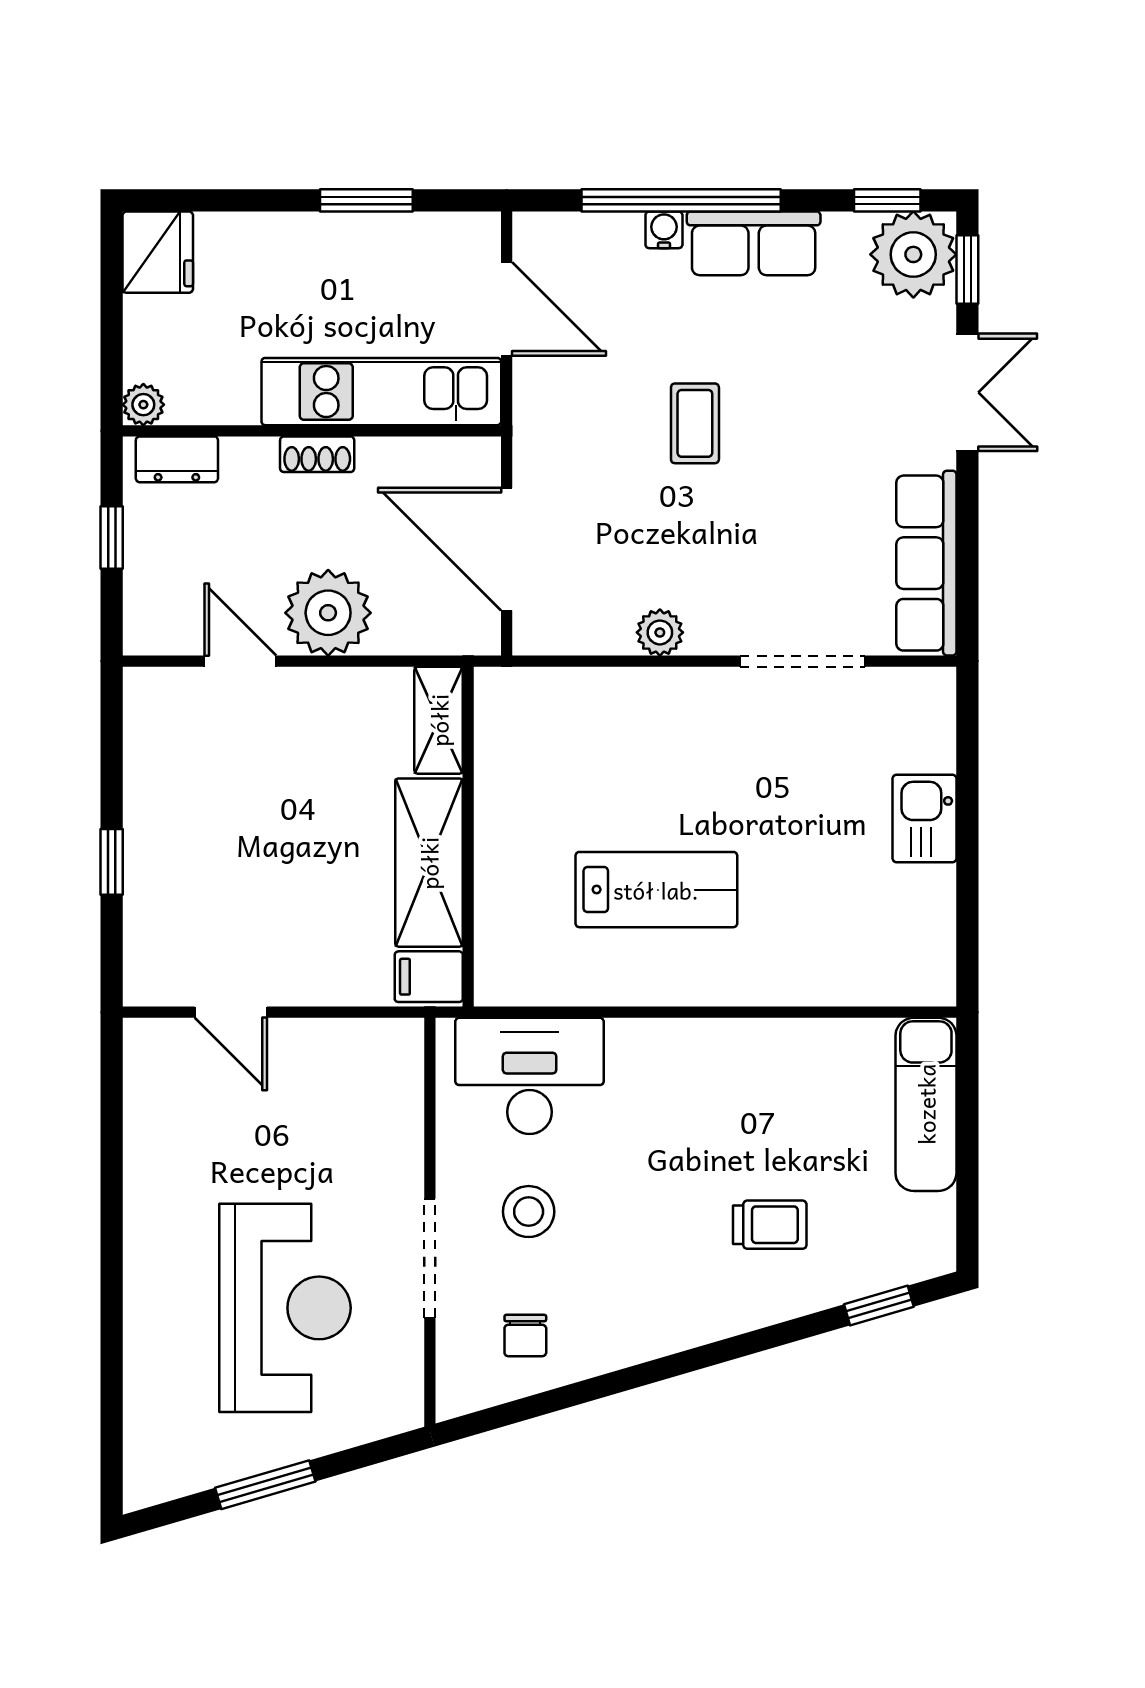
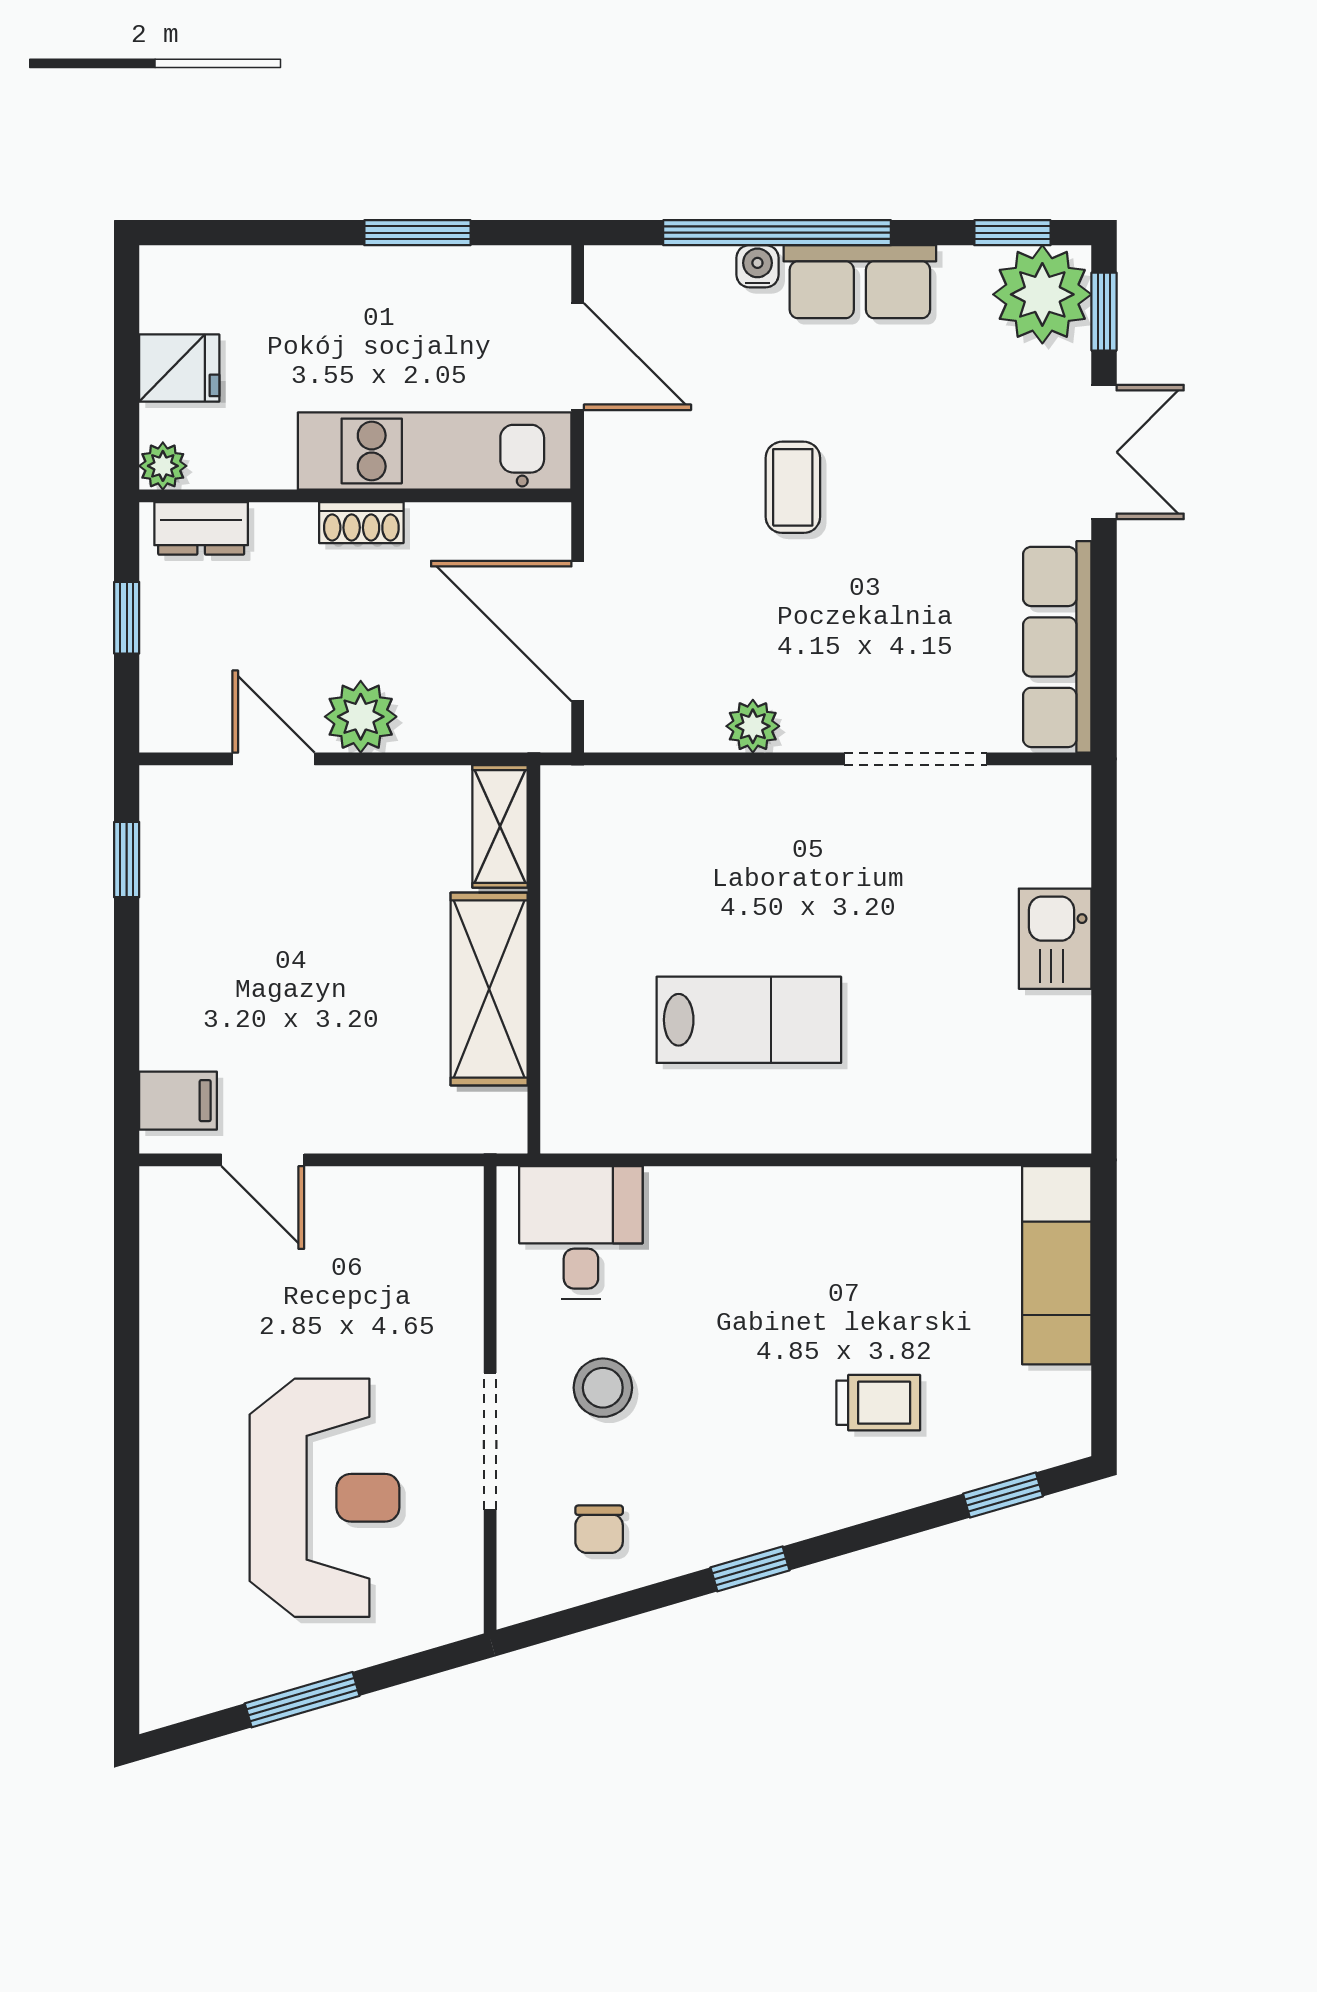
fridge: (158, 252) -> (179, 368), moved, width x0.72
plant: (328, 613) -> (361, 717), width x0.73, depth x0.73
window: (112, 862) -> (127, 860), moved
filing cabinet: (429, 977) -> (178, 1101), moved, turned 180
desk: (530, 1076) -> (581, 1233), width x0.73
window: (657, 1370) -> (750, 1569), added

